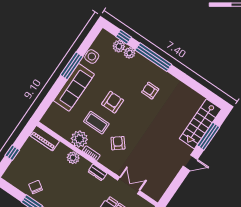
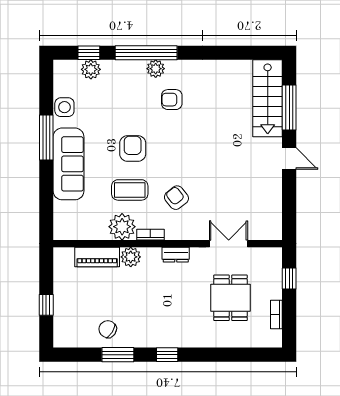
plant: (130, 53) -> (156, 69), moved
piano: (44, 138) -> (97, 257), moved
door: (190, 163) -> (289, 159), hinge flipped

